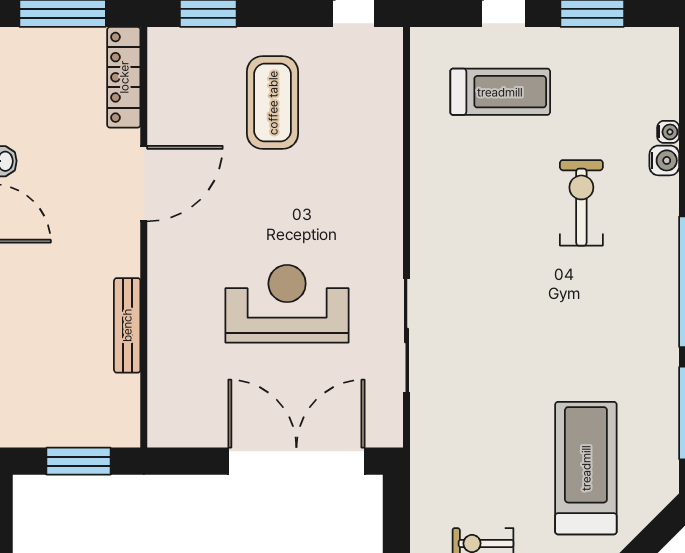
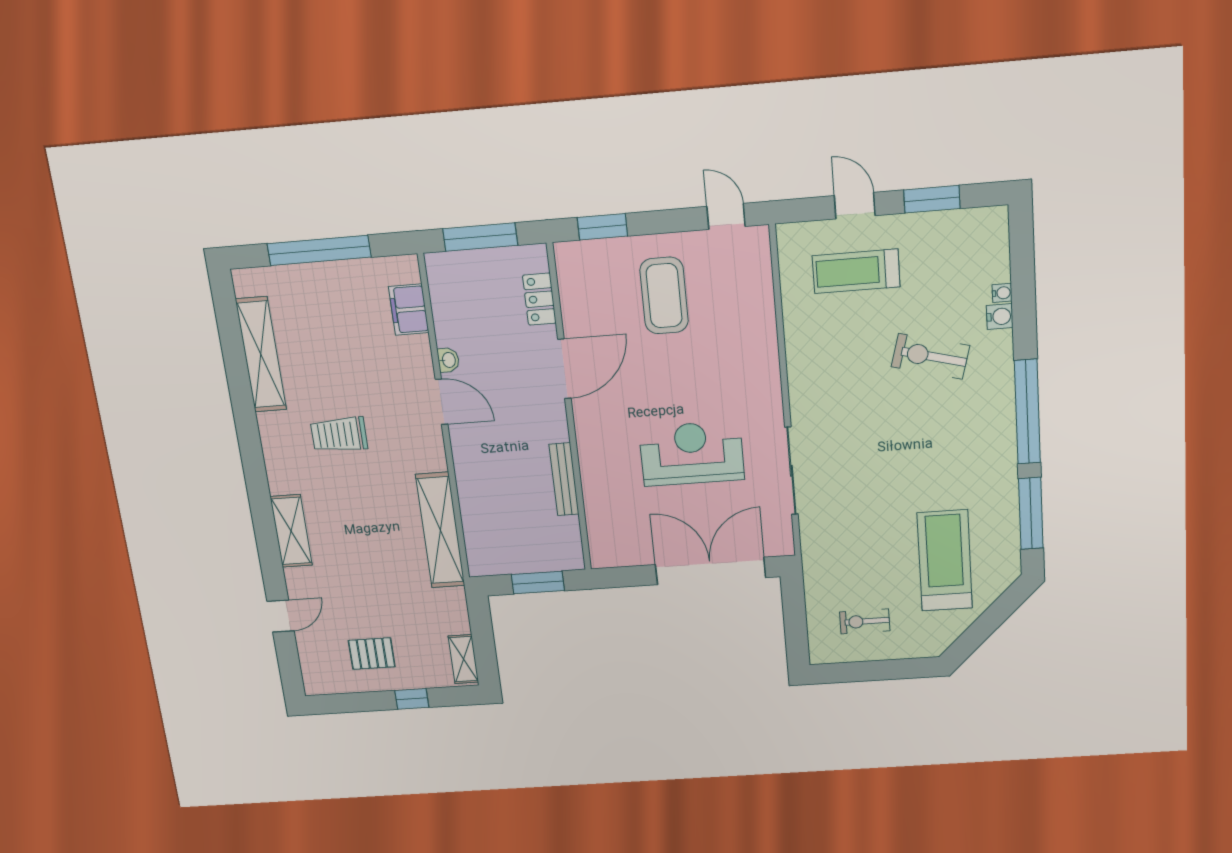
locker: (124, 77) -> (539, 299), width x0.66
treadmill: (500, 92) -> (856, 271), turned 180
exercise bike: (581, 203) -> (930, 356), turned -75

